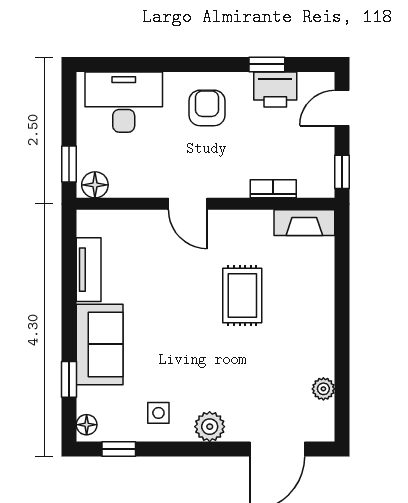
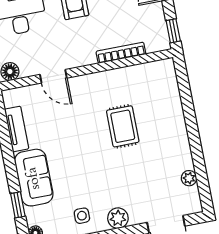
bookcase: (273, 189) -> (121, 53), width x1.56
door: (188, 204) -> (53, 76), moved
fireplace: (304, 223) -> (155, 70), removed

